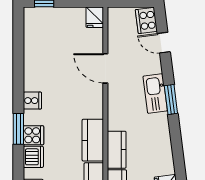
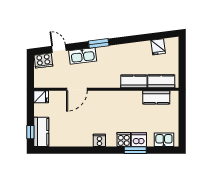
door: (164, 43) -> (59, 48), swing flipped
kitchen sink: (155, 94) -> (83, 56), moved
window: (18, 129) -> (135, 150), moved
kitchen counter: (93, 140) -> (41, 132), moved, turned -90

